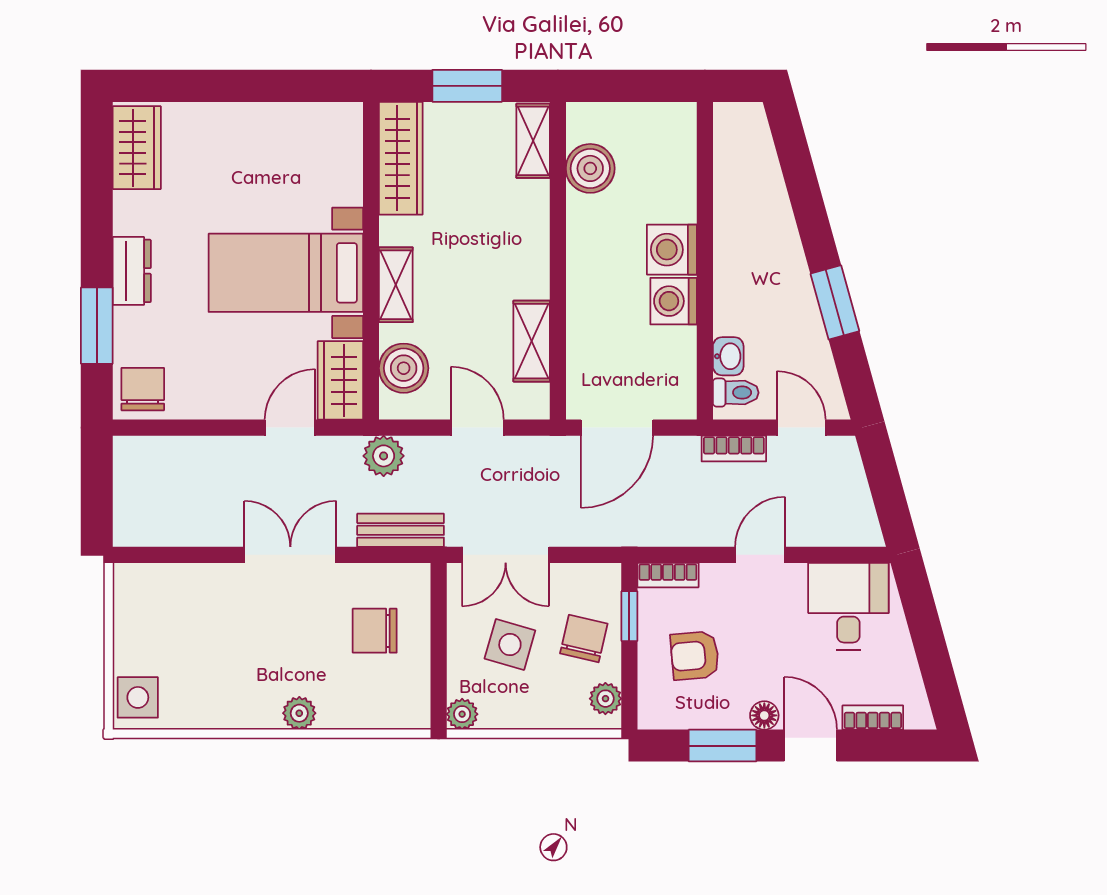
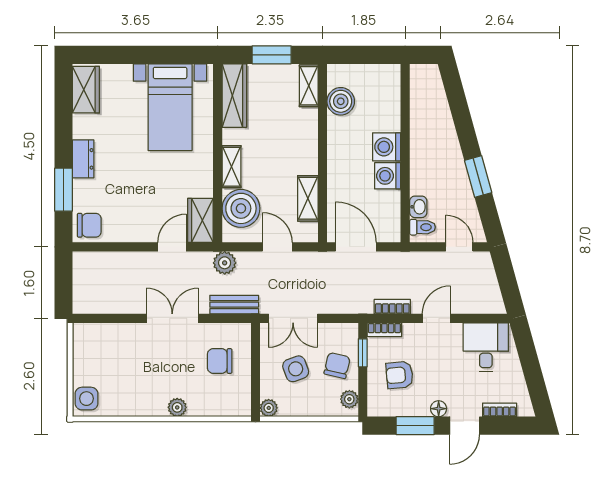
bed with nightstands: (286, 273) -> (170, 107), moved, turned -90
boiler: (404, 368) -> (241, 208), width x1.37, depth x1.37
chair: (143, 389) -> (89, 225), turned 90
door: (617, 428) -> (356, 247), swing flipped
bookcase: (734, 449) -> (392, 307), moved, turned 180
side table: (510, 645) -> (296, 369), turned -36
door: (811, 746) -> (465, 426), swing flipped

